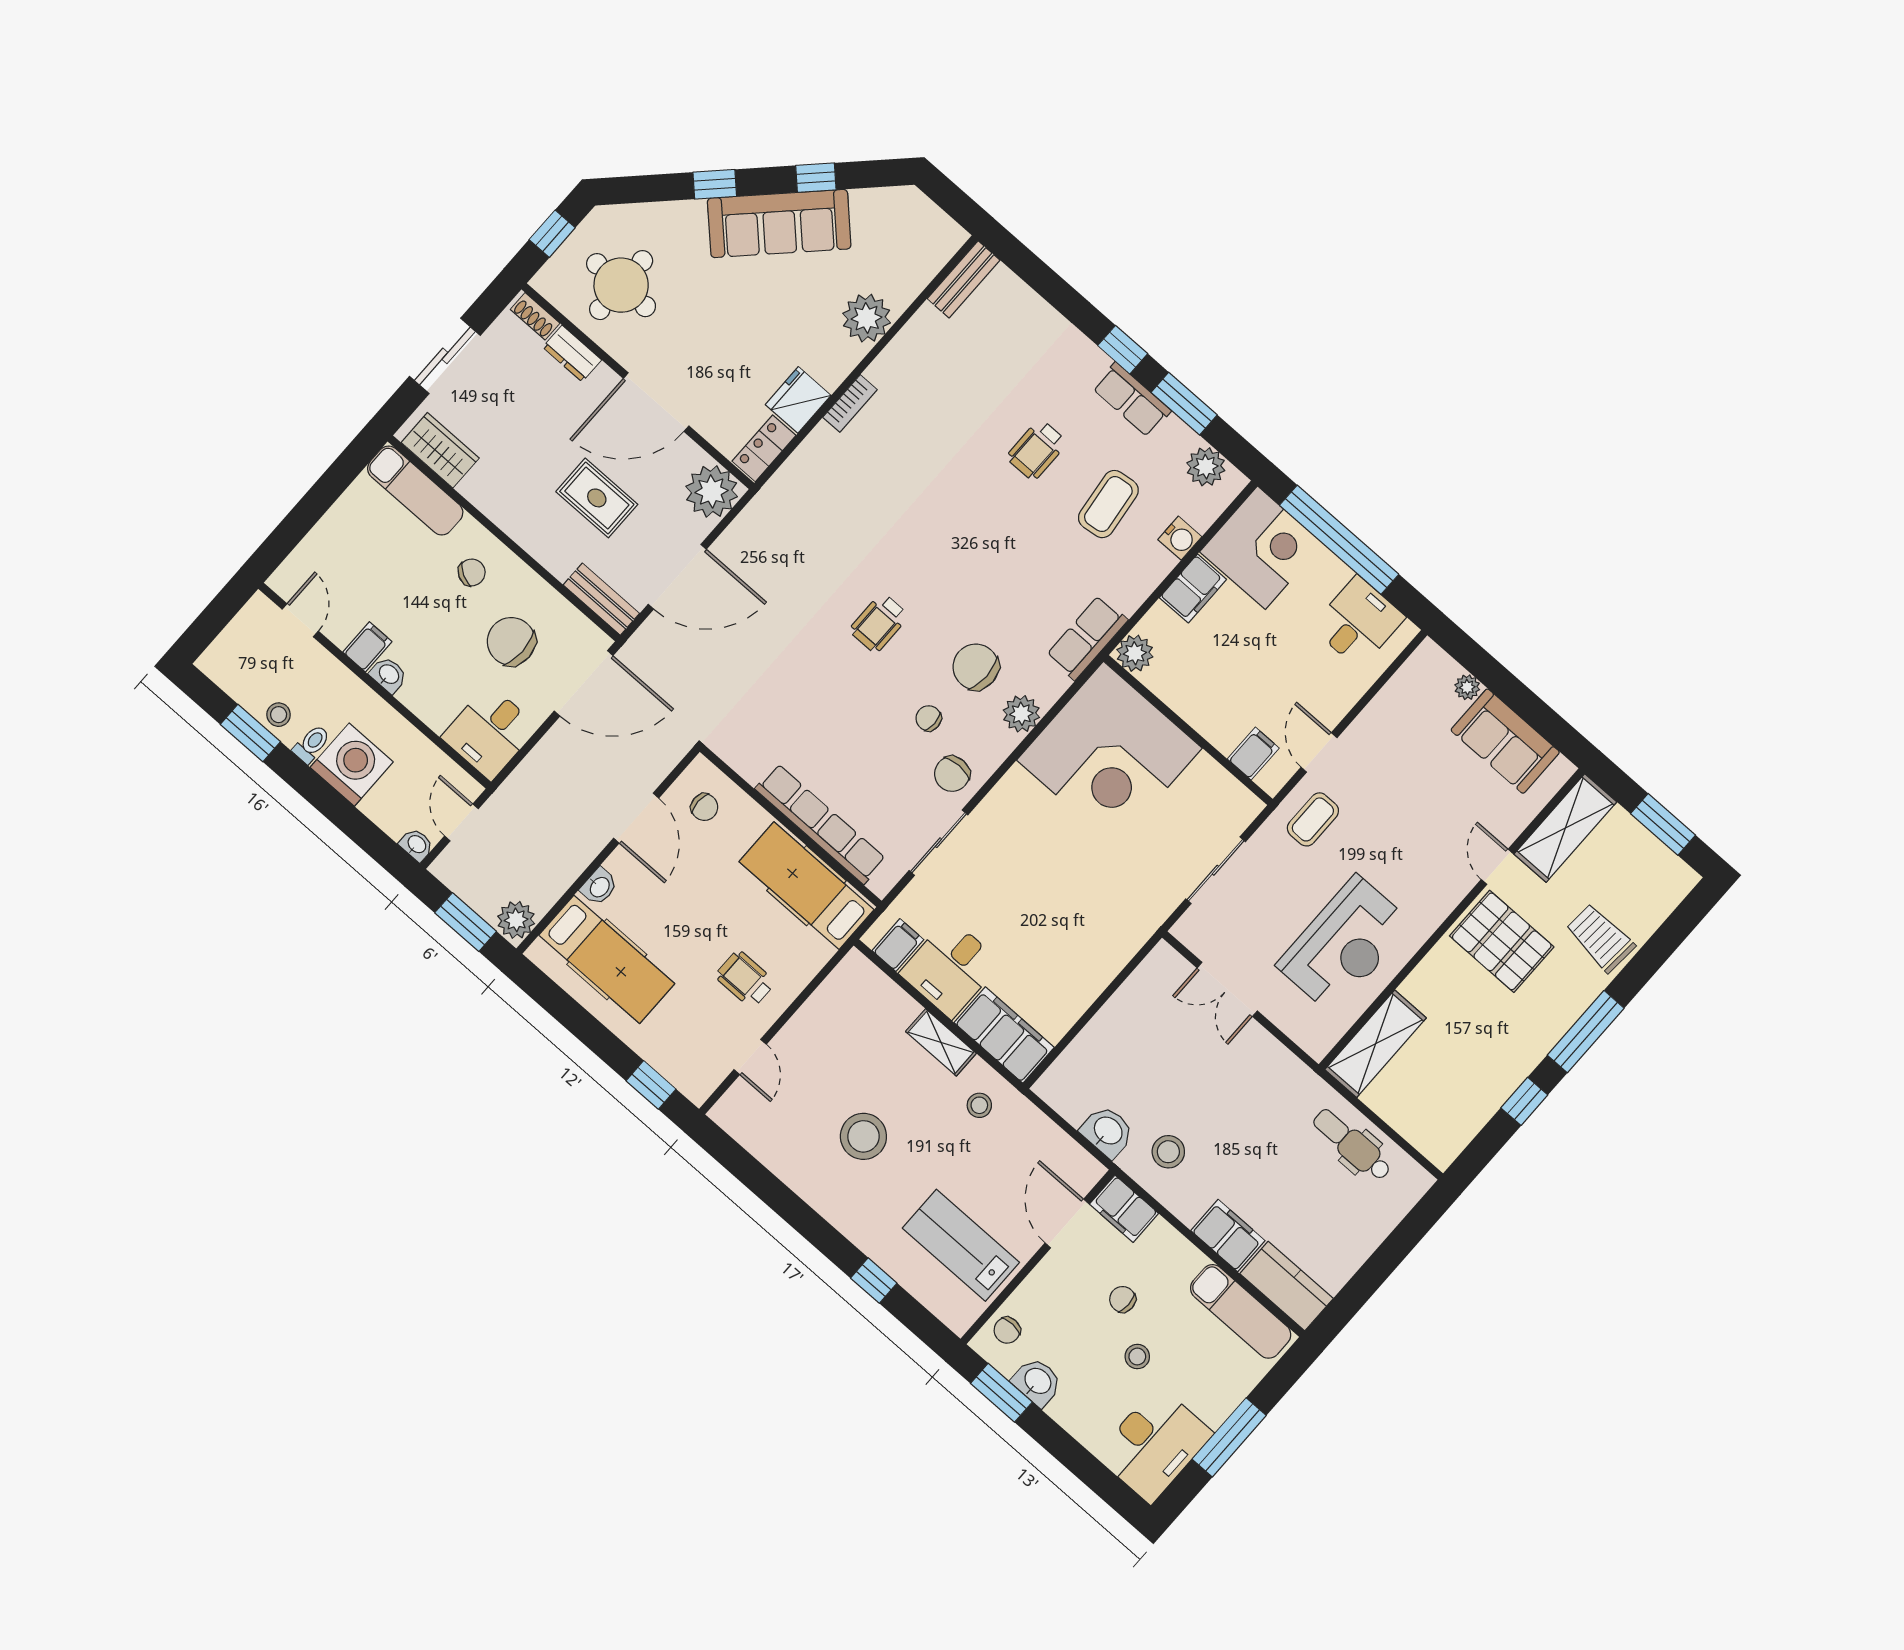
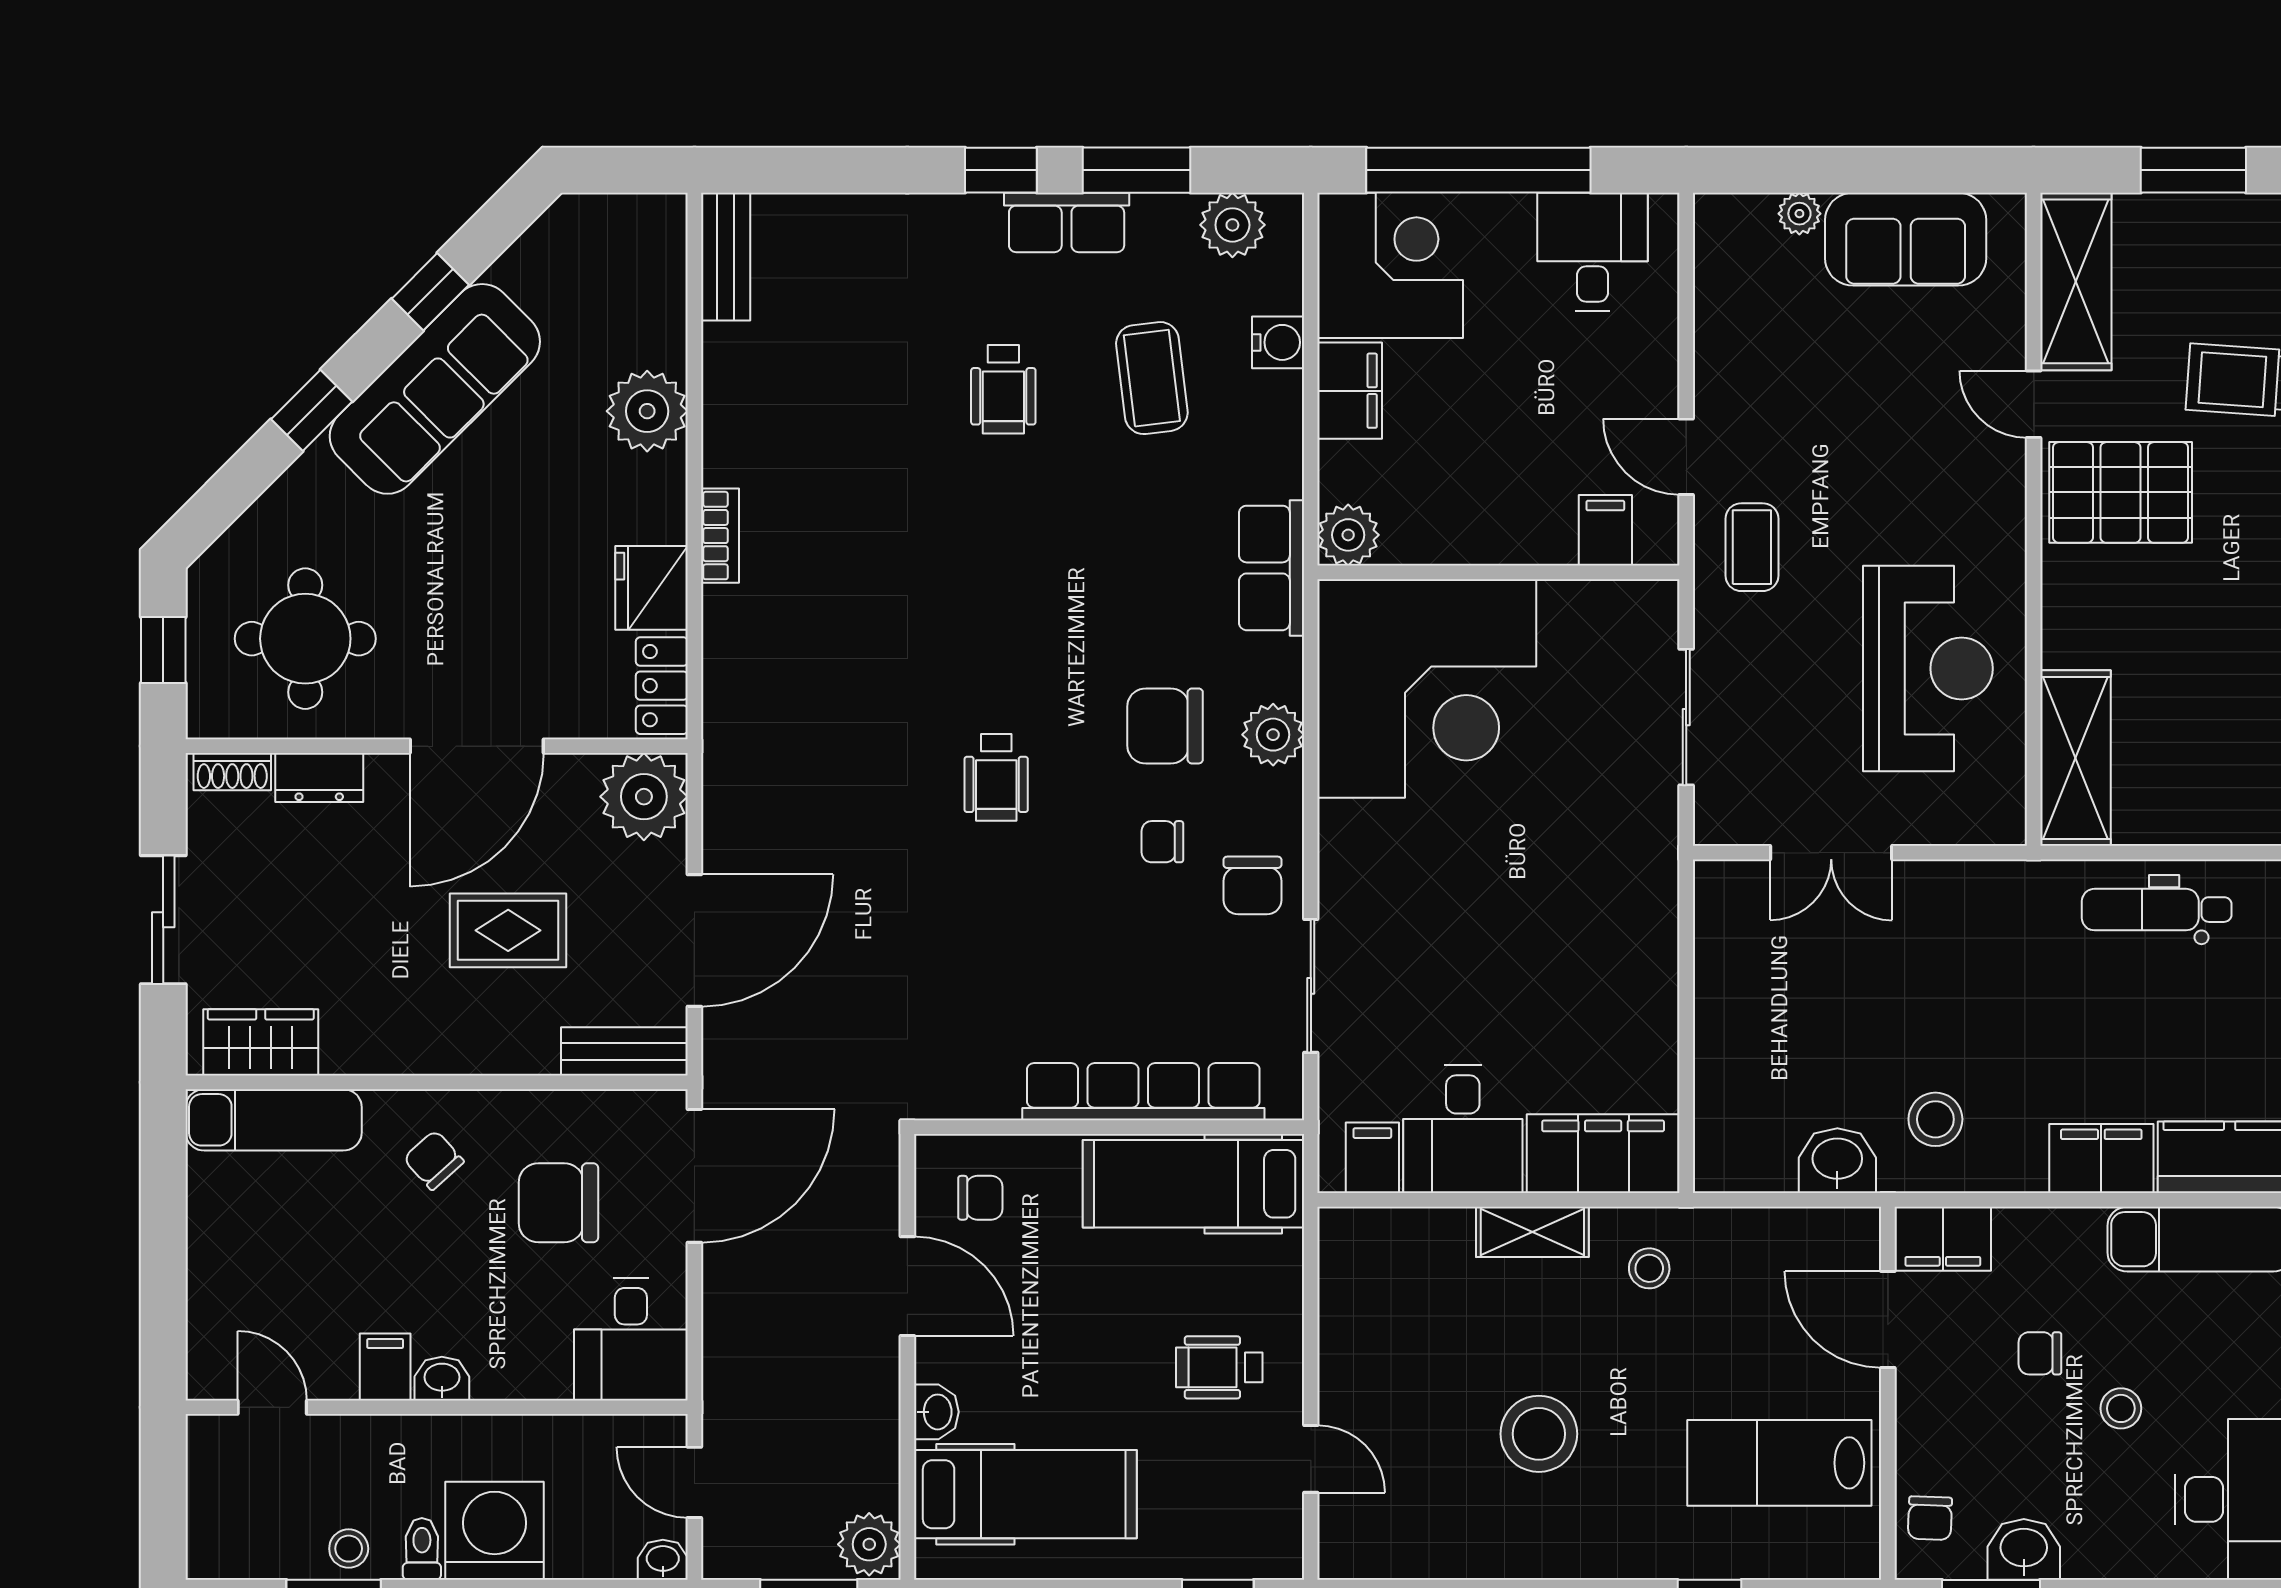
chair: (472, 572) -> (434, 1160), turned -71

